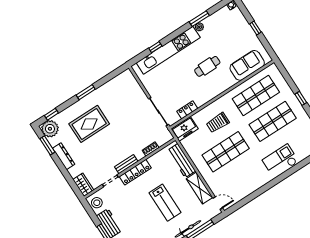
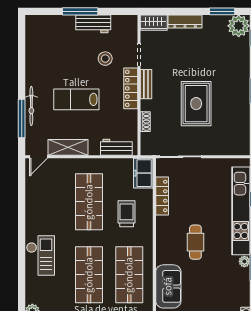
locker: (187, 110) -> (162, 196), width x1.53
rug: (89, 124) -> (196, 104), moved
dresser: (64, 156) -> (185, 21), moved
workbench: (182, 161) -> (116, 147), width x0.73
stool: (97, 203) -> (105, 59), moved

